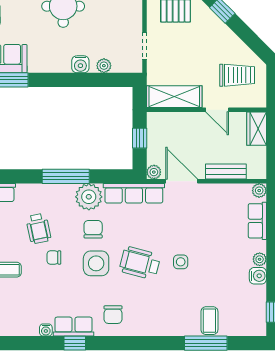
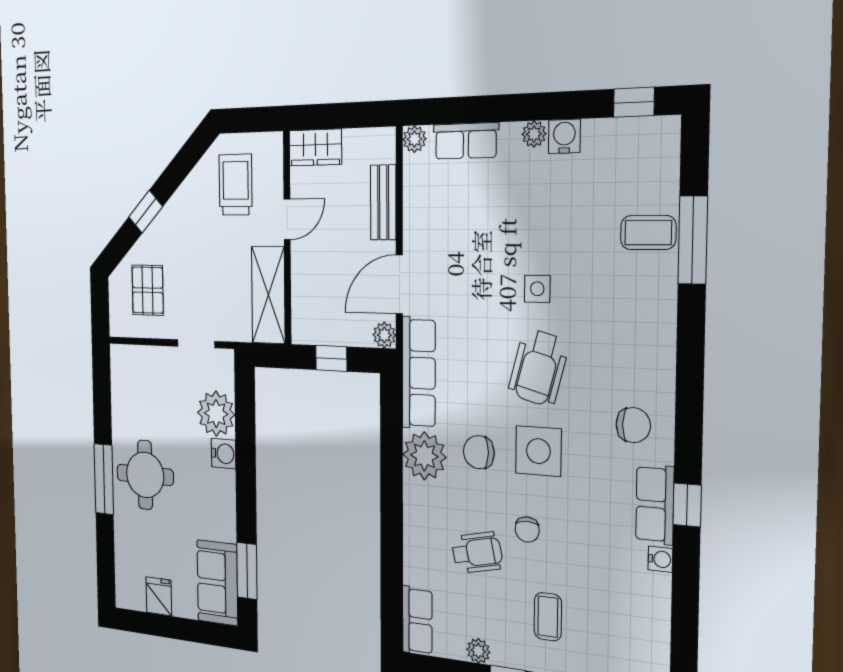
plant: (104, 66) -> (216, 414), width x1.87, depth x1.87
window: (66, 176) -> (392, 495), removed

